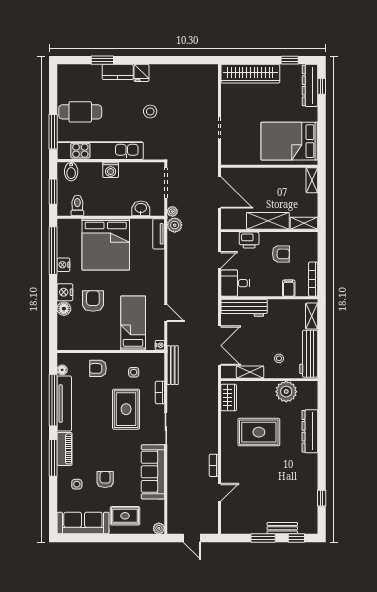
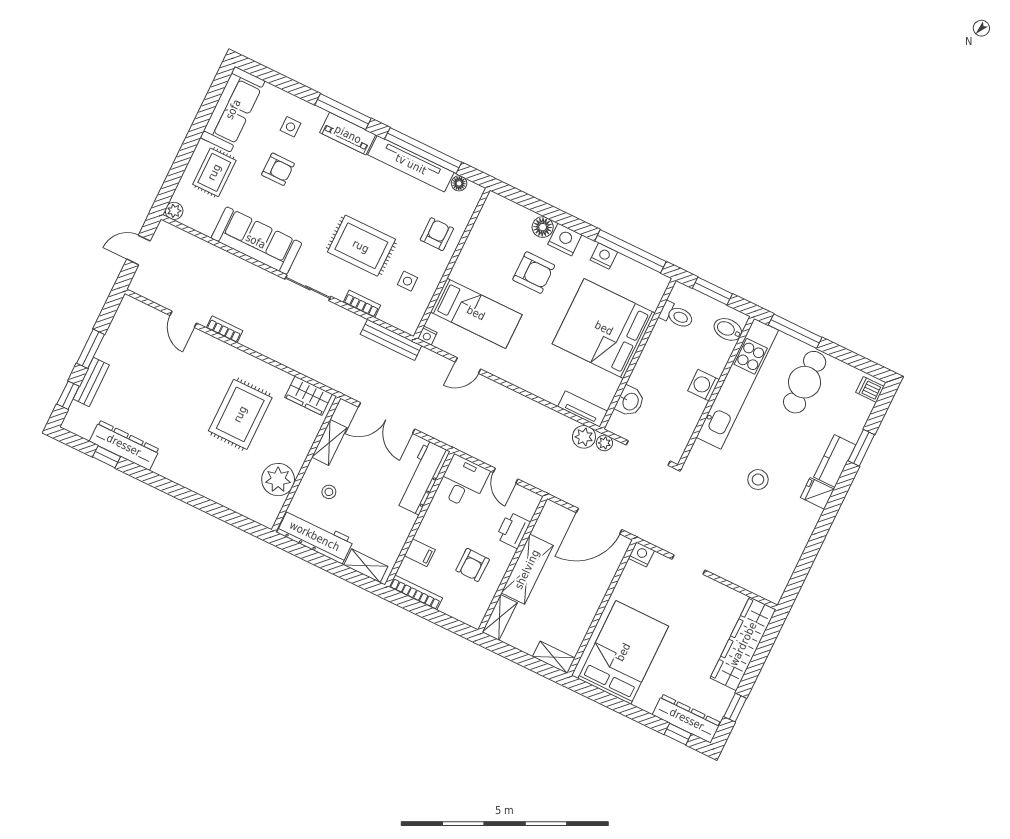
dishwasher: (66, 72) -> (870, 389), added
nightstand: (227, 158) -> (641, 554), added
dresser: (310, 431) -> (124, 445), moved

